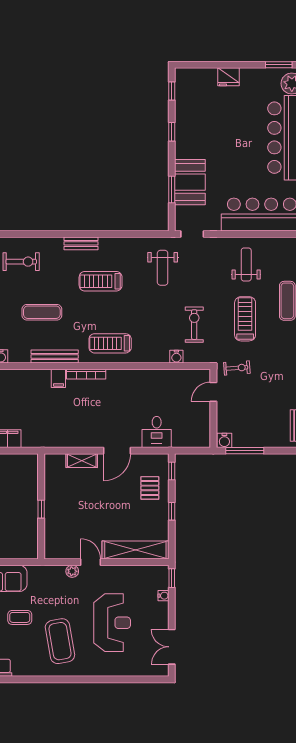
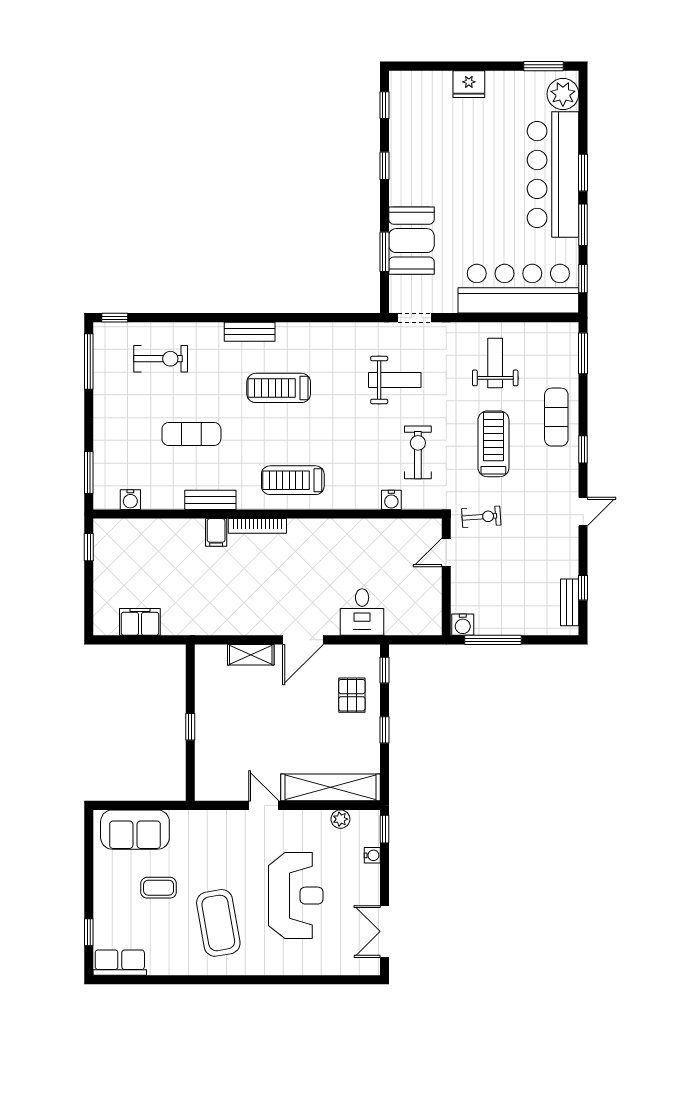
weight bench: (163, 268) -> (395, 380), moved, turned -90
bench: (55, 357) -> (210, 500), width x0.73
plant: (72, 571) -> (340, 819), moved

